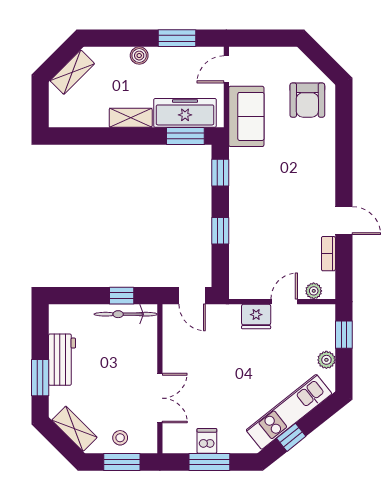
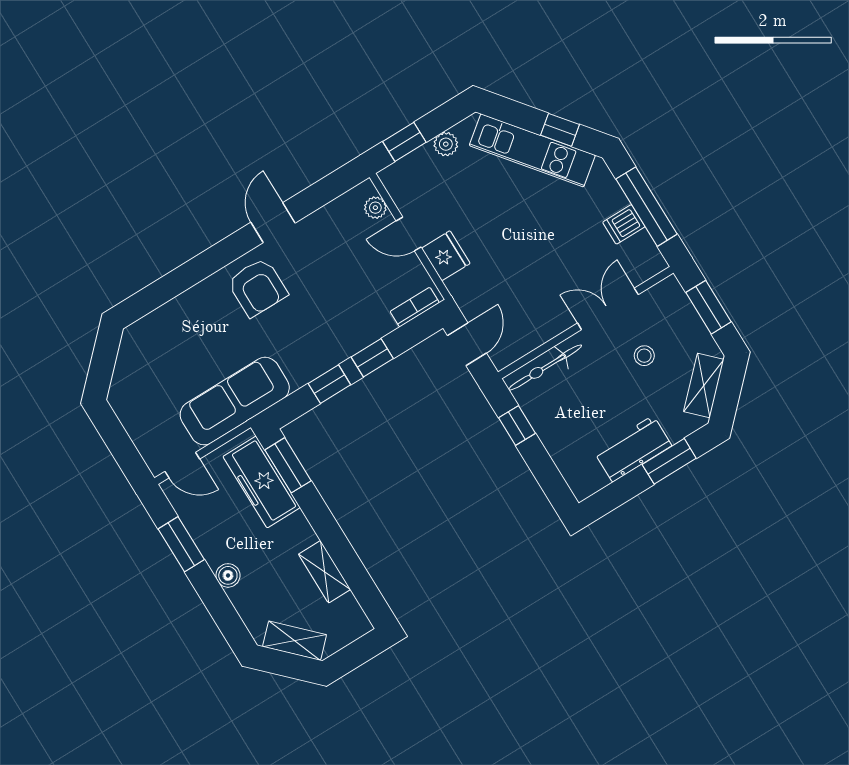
armchair: (307, 100) -> (257, 287), moved, turned 90
sofa: (246, 116) -> (235, 401), width x1.36
shelving: (131, 118) -> (325, 572), moved
window: (220, 173) -> (329, 384), moved
bookcase: (328, 254) -> (415, 307), moved, turned 180
bicycle: (126, 314) -> (545, 368), moved, turned 90
stool: (120, 438) -> (644, 356), moved
window: (209, 462) -> (647, 207), width x1.44

